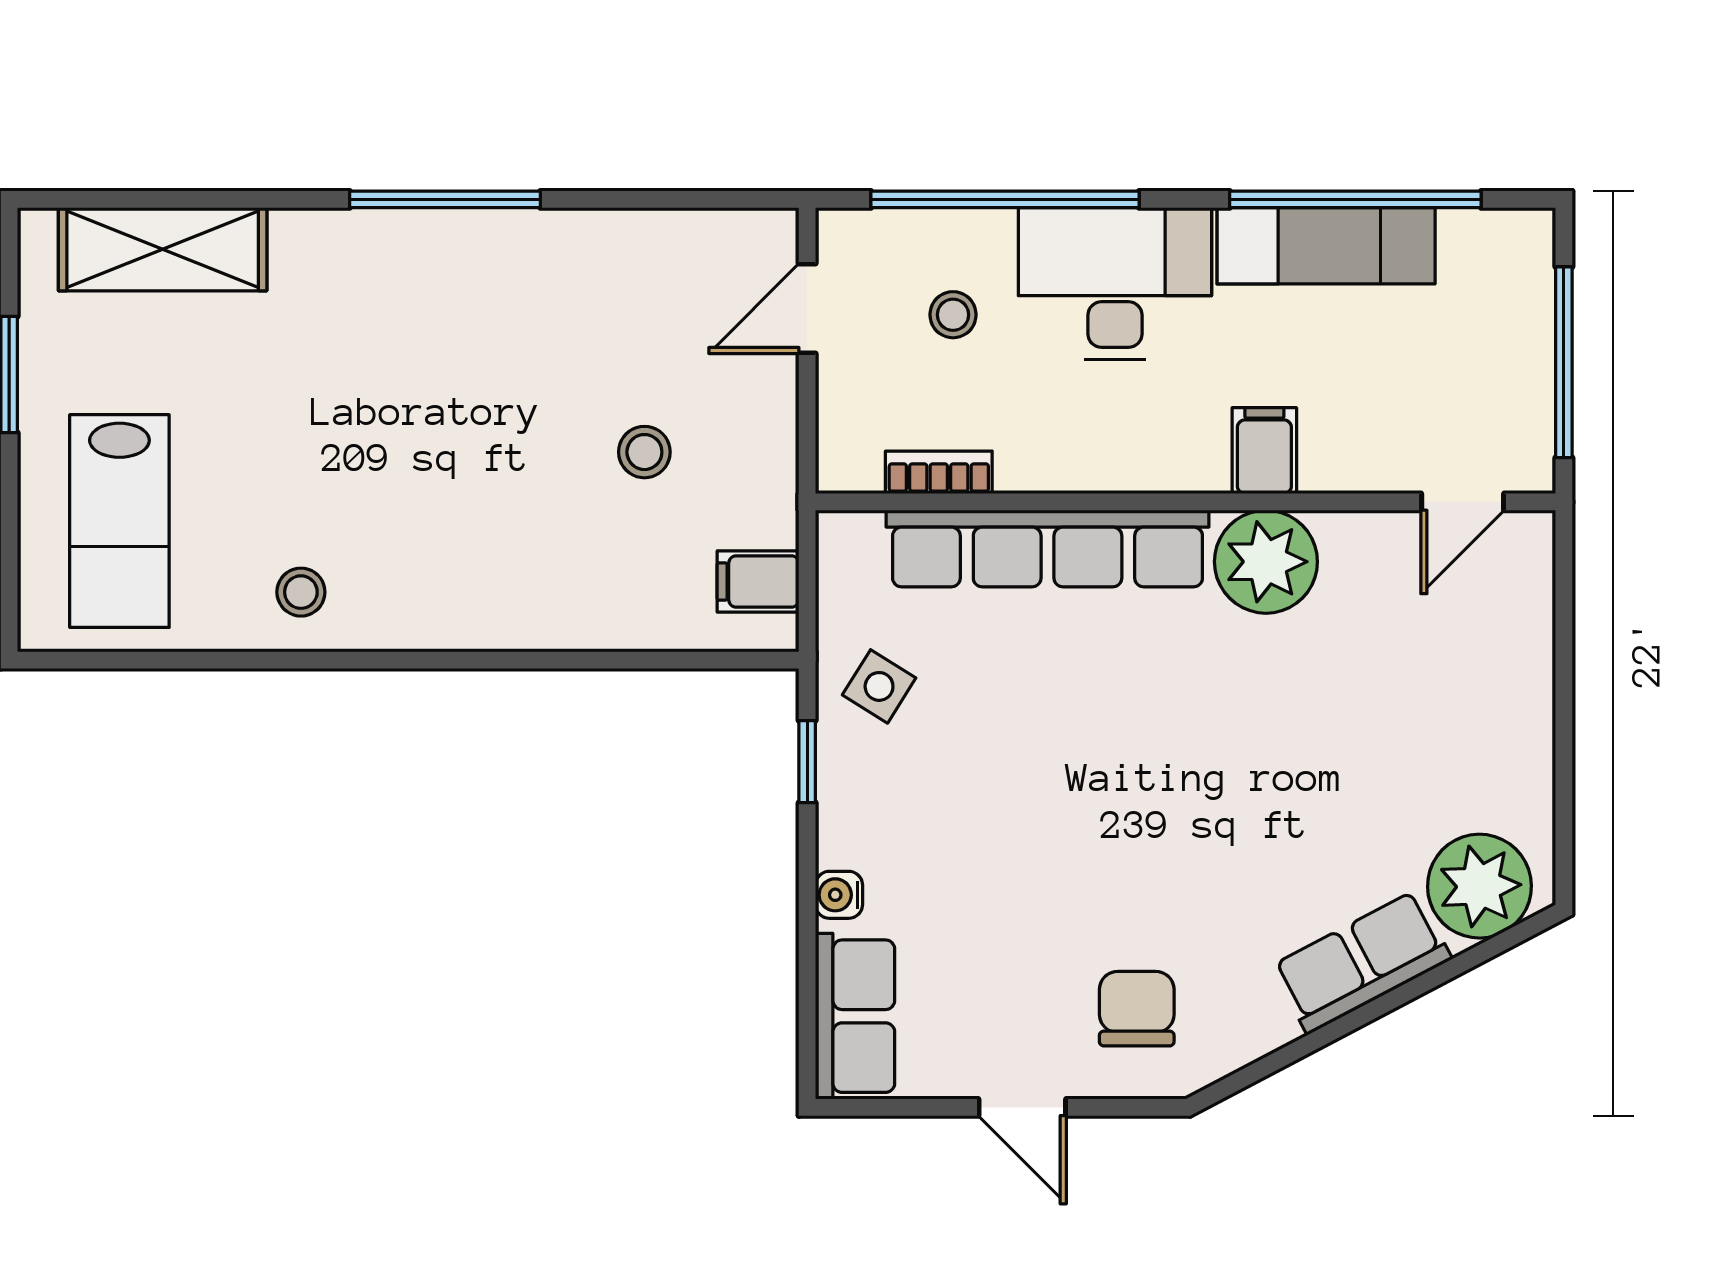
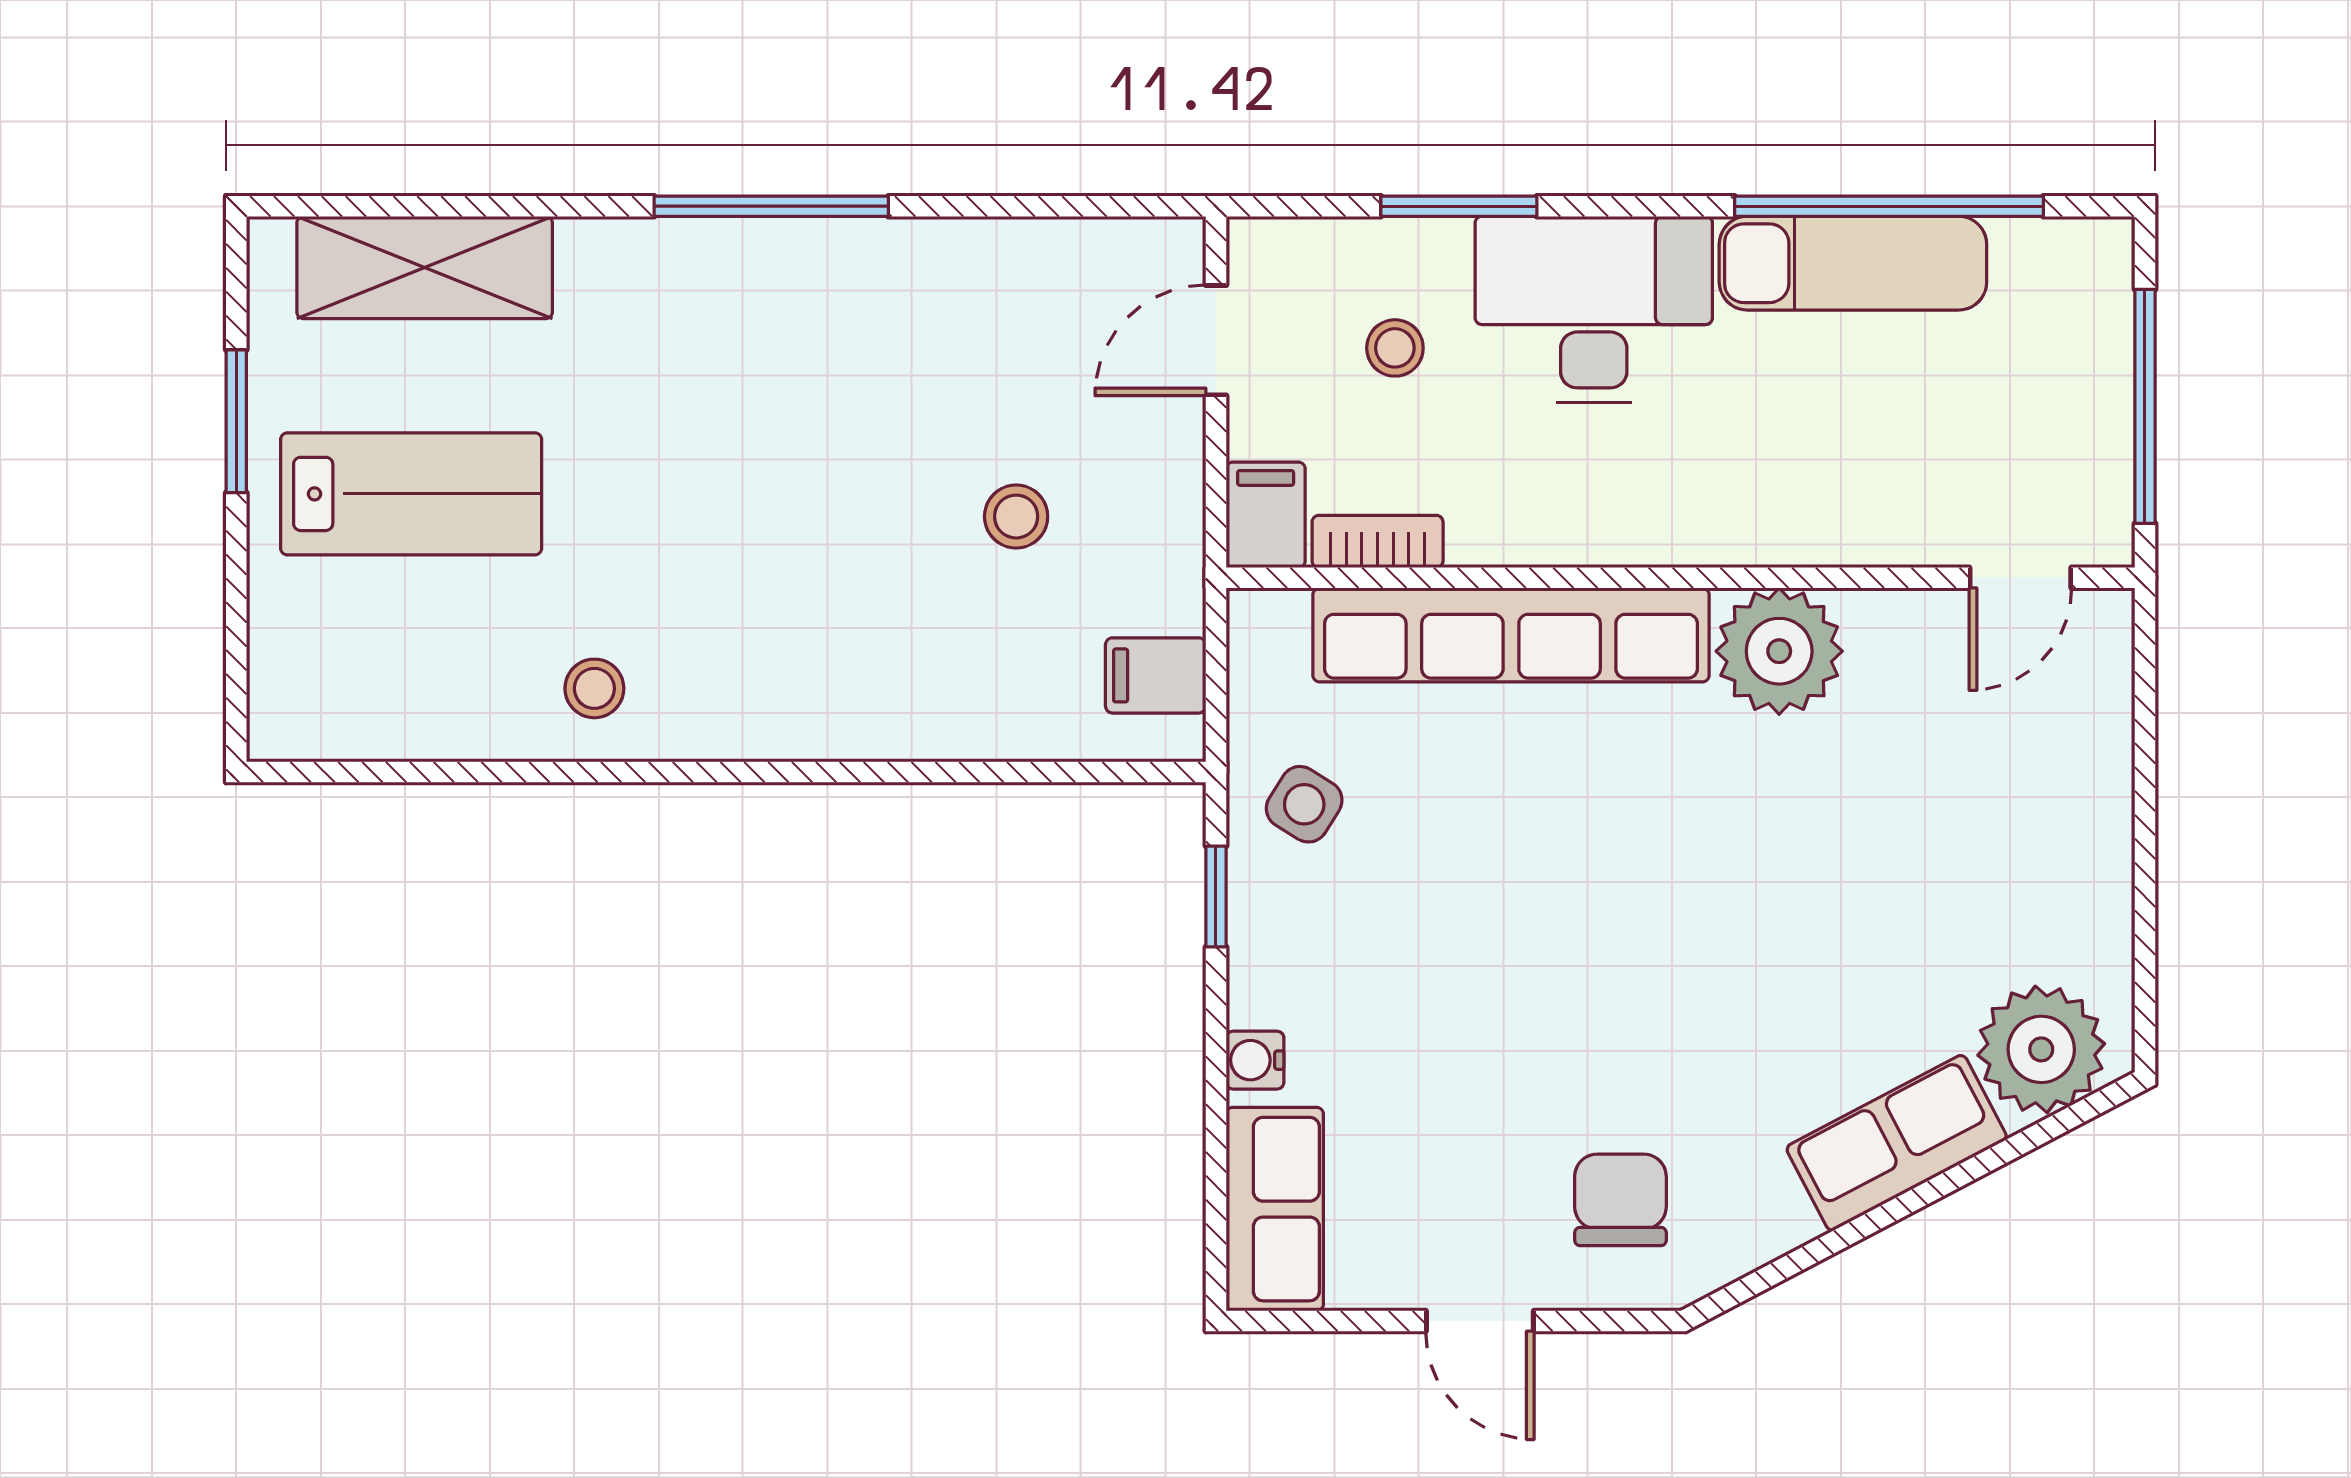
window: (1005, 199) -> (1459, 206), width x0.47
filing cabinet: (1264, 451) -> (1266, 515), moved
lab bench: (119, 521) -> (411, 494), moved, turned -90

